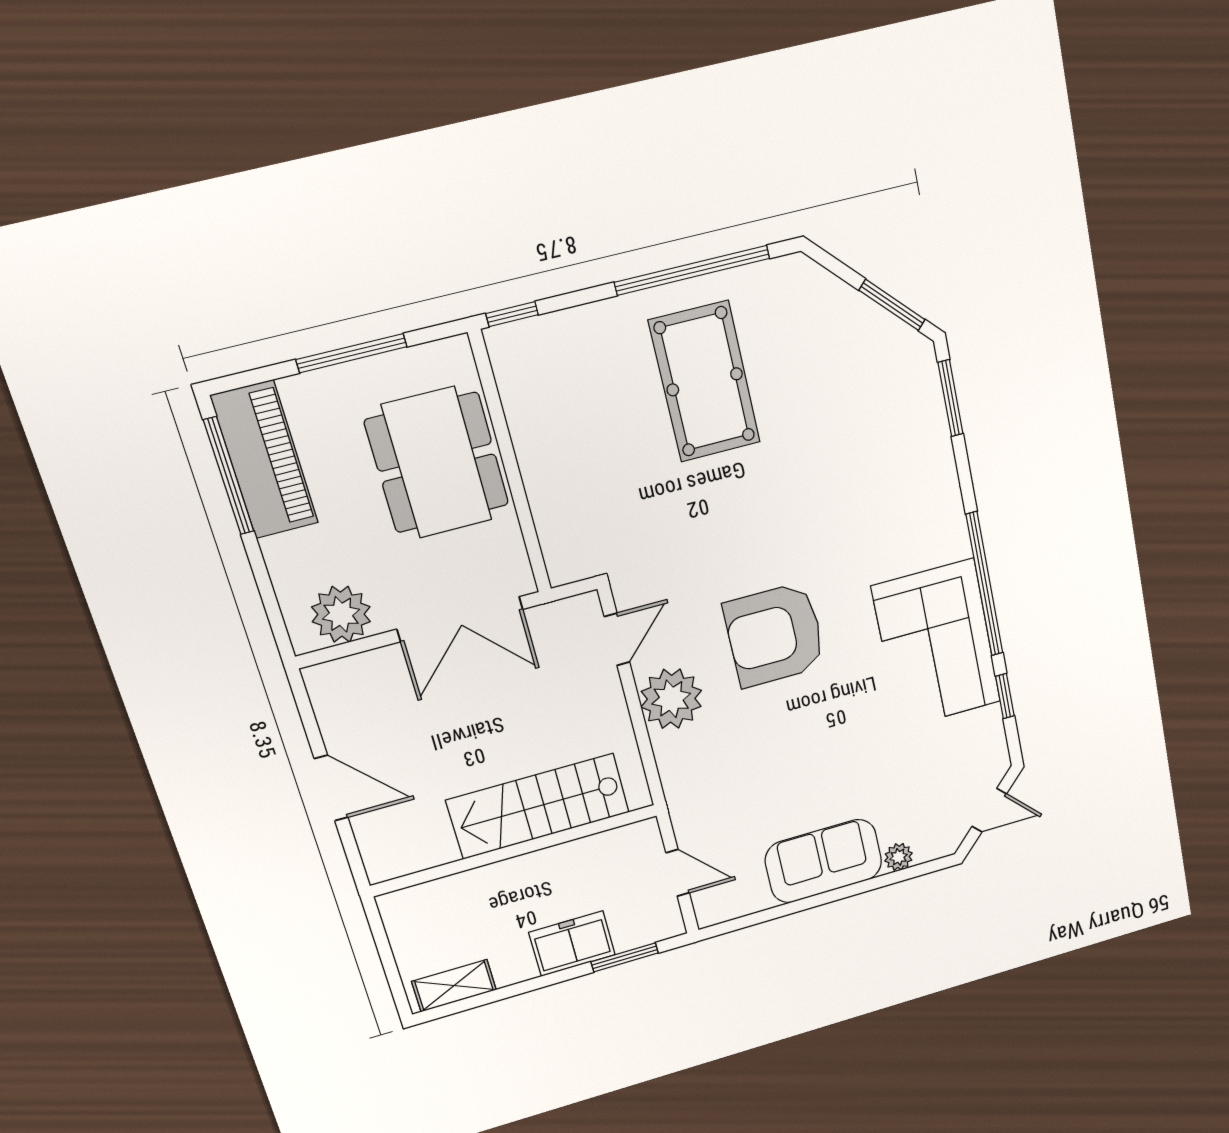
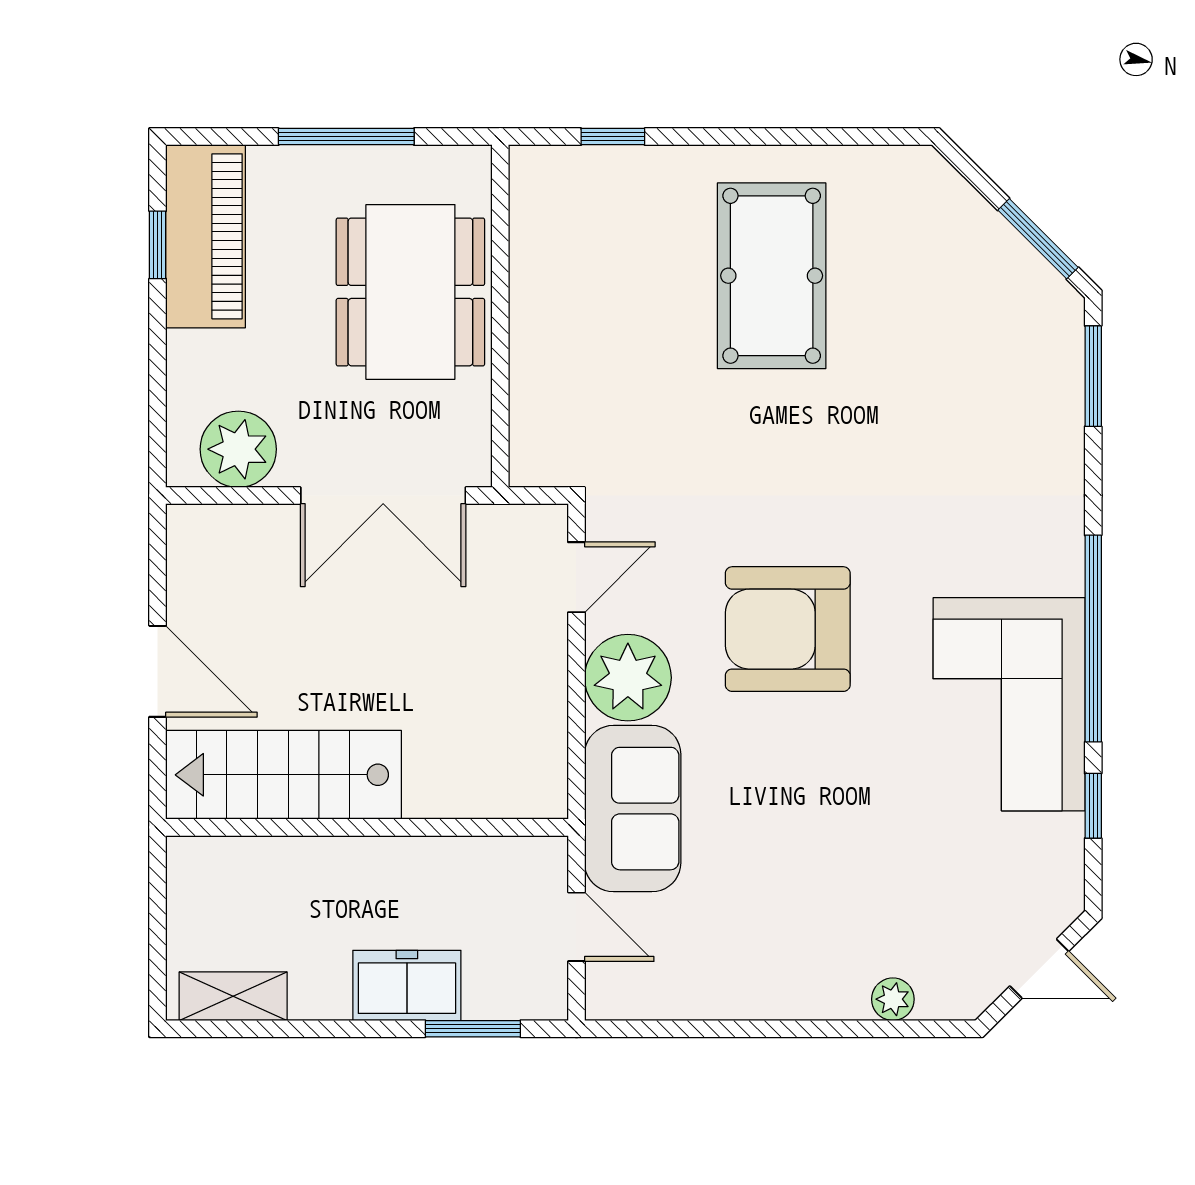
window: (692, 270) -> (788, 137), removed
window: (512, 314) -> (613, 137), moved
window: (229, 476) -> (158, 245), width x0.46
stairs: (538, 806) -> (284, 775), moved
sofa: (824, 861) -> (633, 809), moved, turned 90

